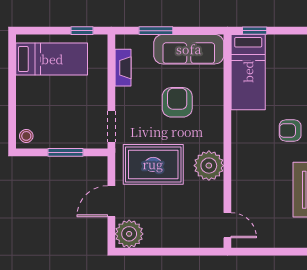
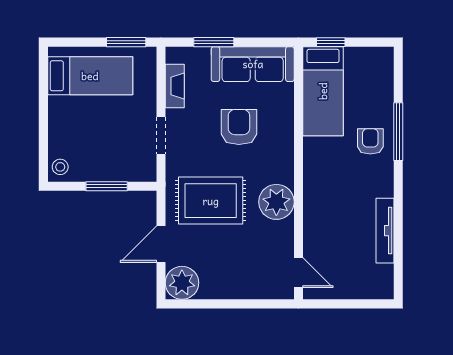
window: (82, 31) -> (126, 42), width x1.50
doorway: (111, 127) -> (161, 136), moved
armchair: (290, 131) -> (370, 141), moved, turned 90

